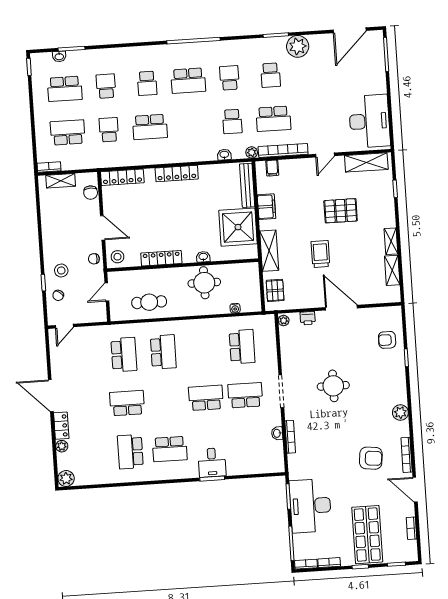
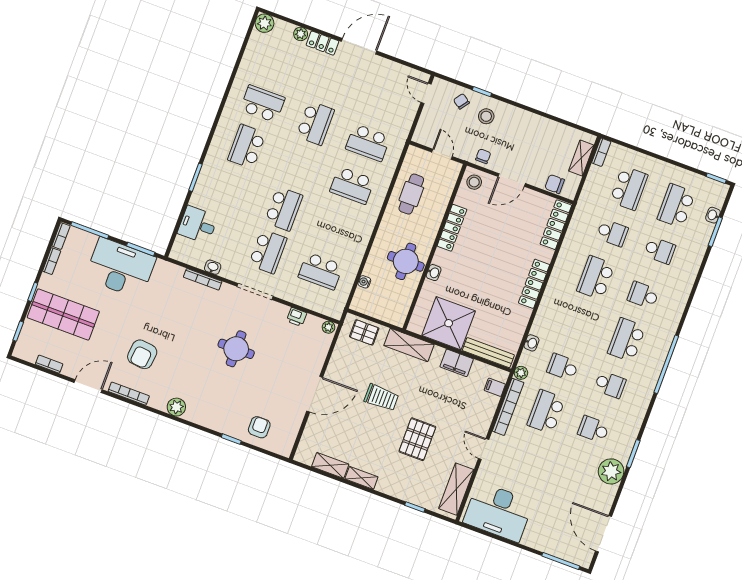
printer: (308, 318) -> (297, 317), moved, turned -90
desk: (212, 463) -> (198, 225), moved

